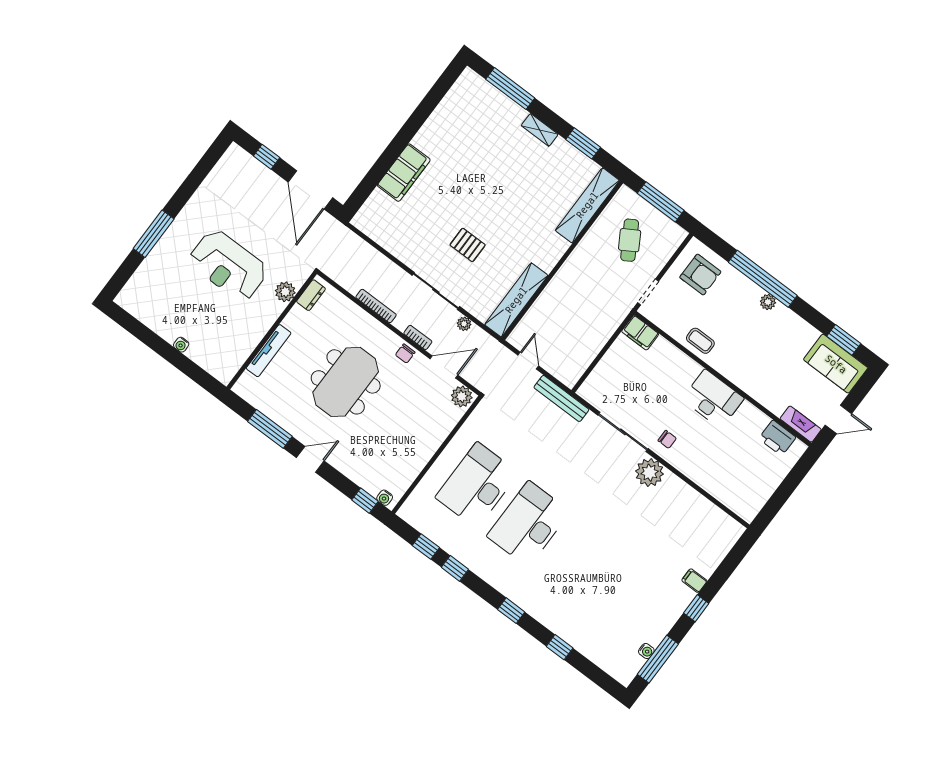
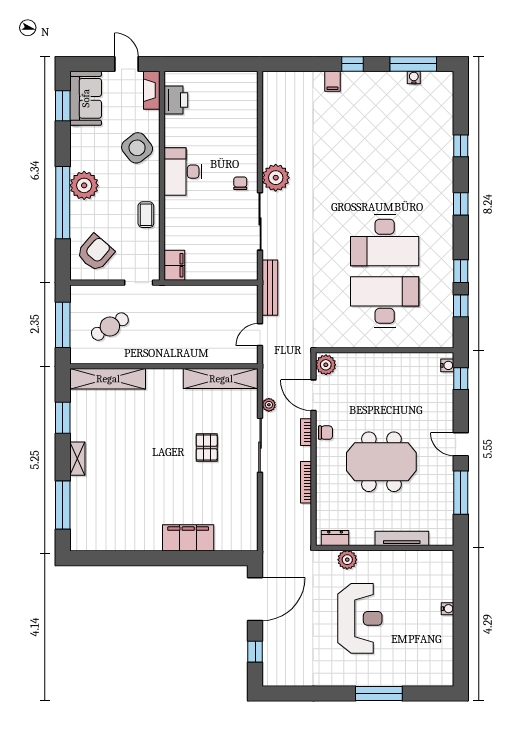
armchair: (700, 275) -> (95, 253), turned 41
plant: (768, 302) -> (84, 185), width x1.88, depth x1.88
side table: (762, 375) -> (137, 148), added
desk: (477, 485) -> (385, 302), turned 180

